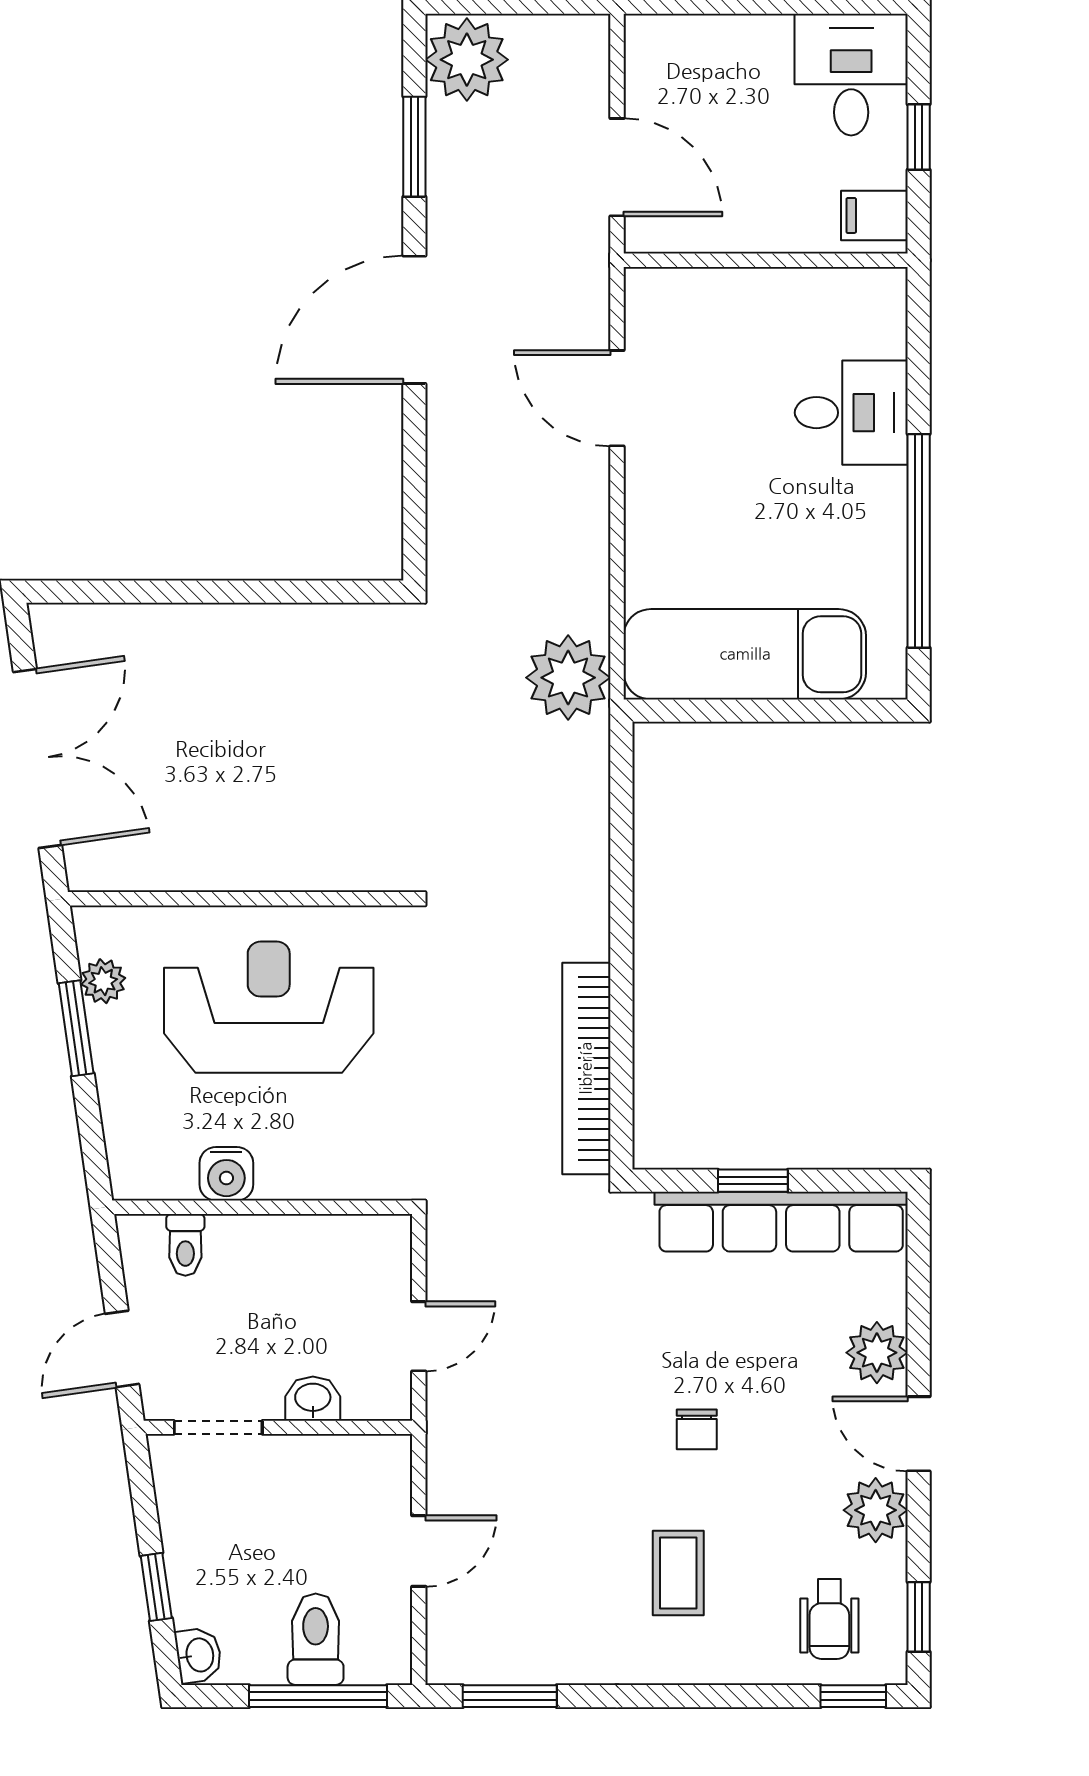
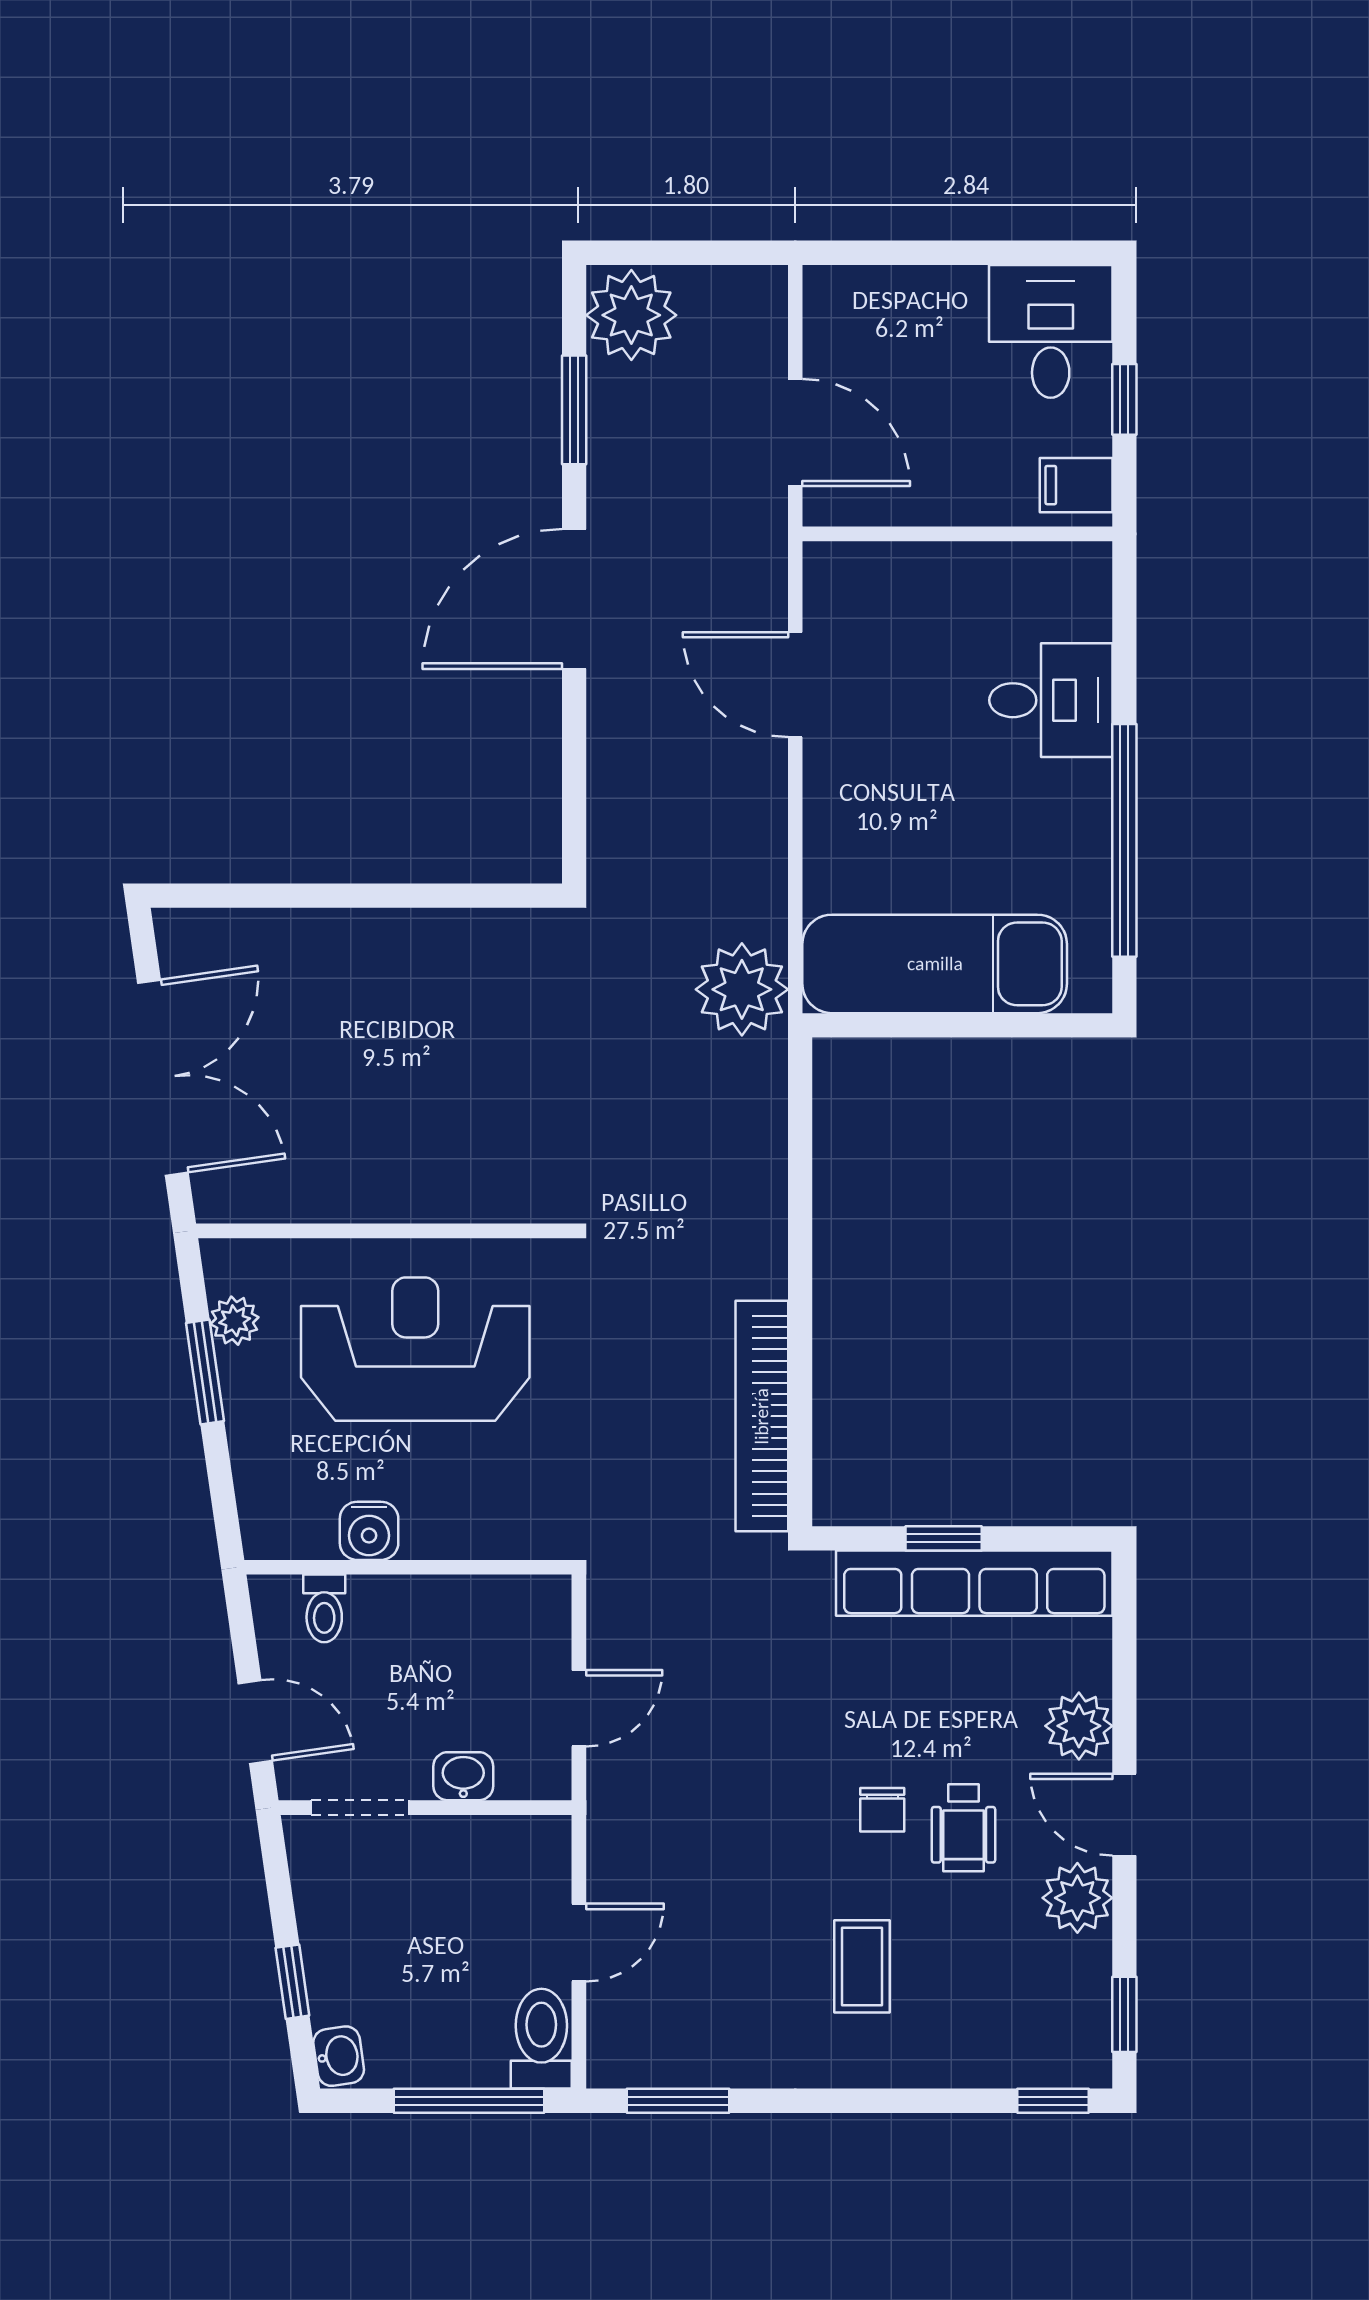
door: (122, 1349) -> (255, 1722), swing flipped
wheelchair: (829, 1619) -> (963, 1828), moved
toilet: (316, 1639) -> (541, 2039), moved

